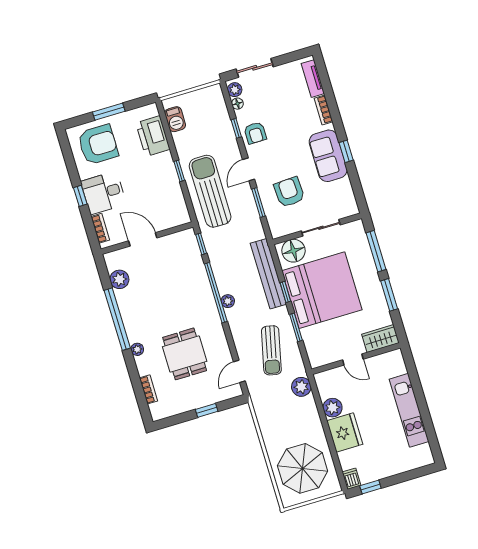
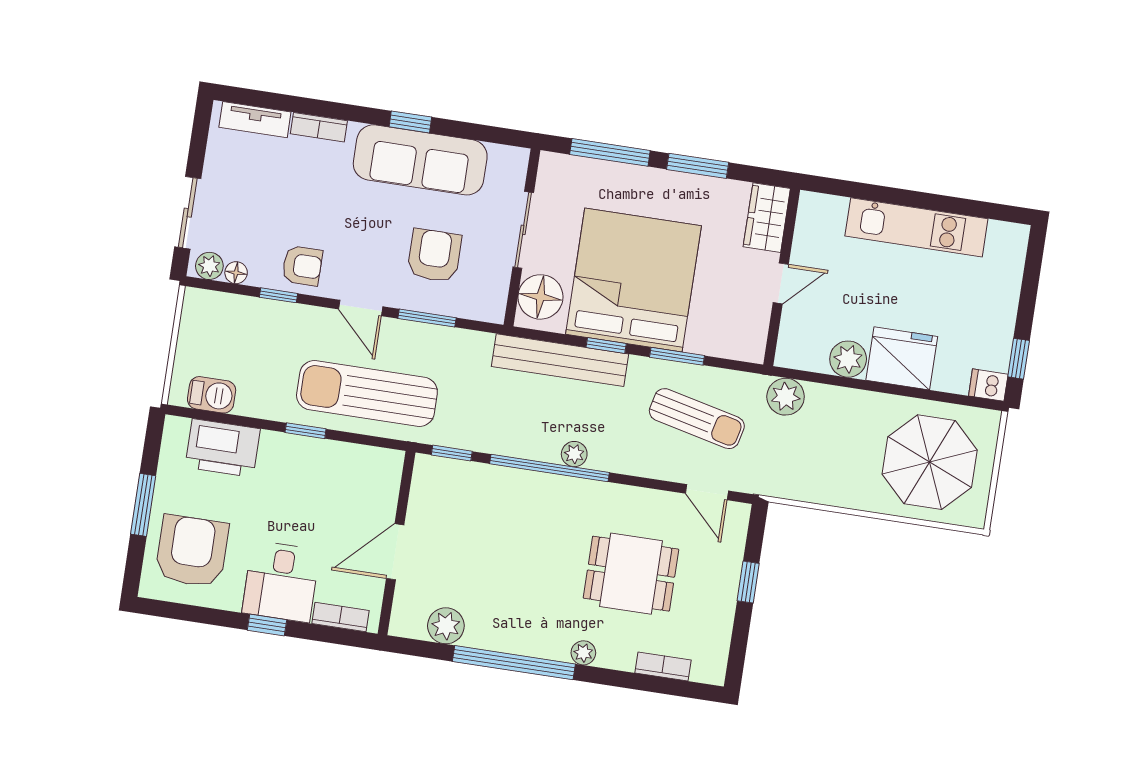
sofa: (328, 156) -> (420, 160), width x1.36
armchair: (289, 192) -> (434, 256), turned 93

